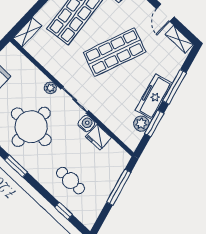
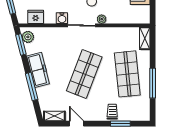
window: (154, 123) -> (21, 44), moved
plant: (141, 124) -> (28, 37), moved
fridge: (99, 137) -> (36, 17), moved

